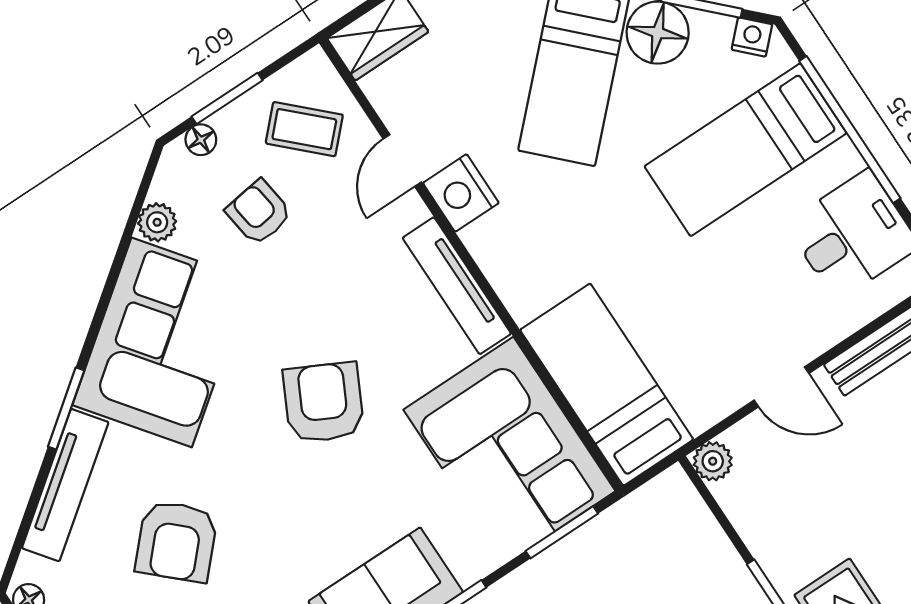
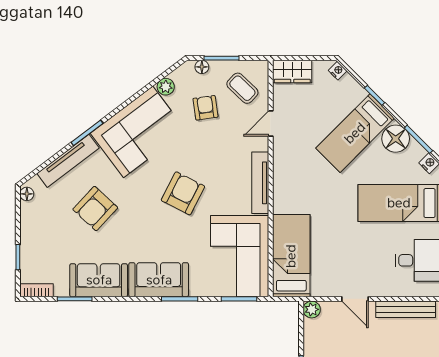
nightstand: (461, 193) -> (284, 150), removed

